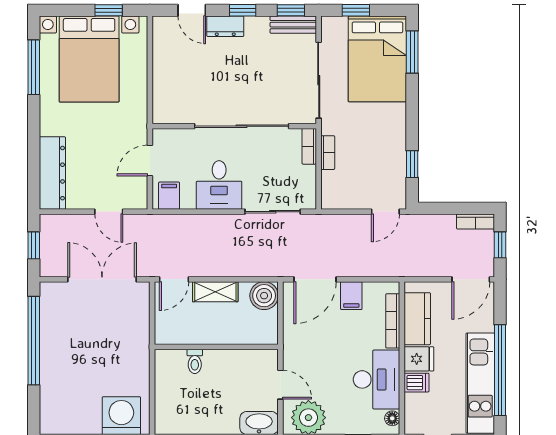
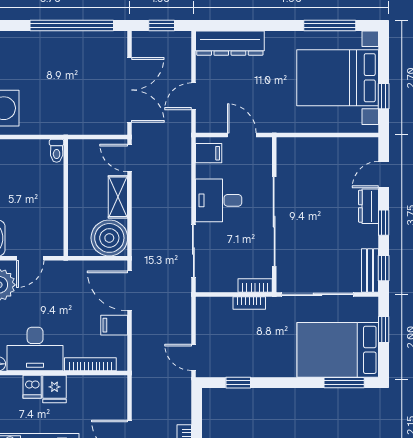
boiler: (264, 296) -> (109, 238), width x1.37, depth x1.37
kitchen counter: (417, 319) -> (92, 387), removed
toilet: (195, 361) -> (57, 151), moved, turned -90

